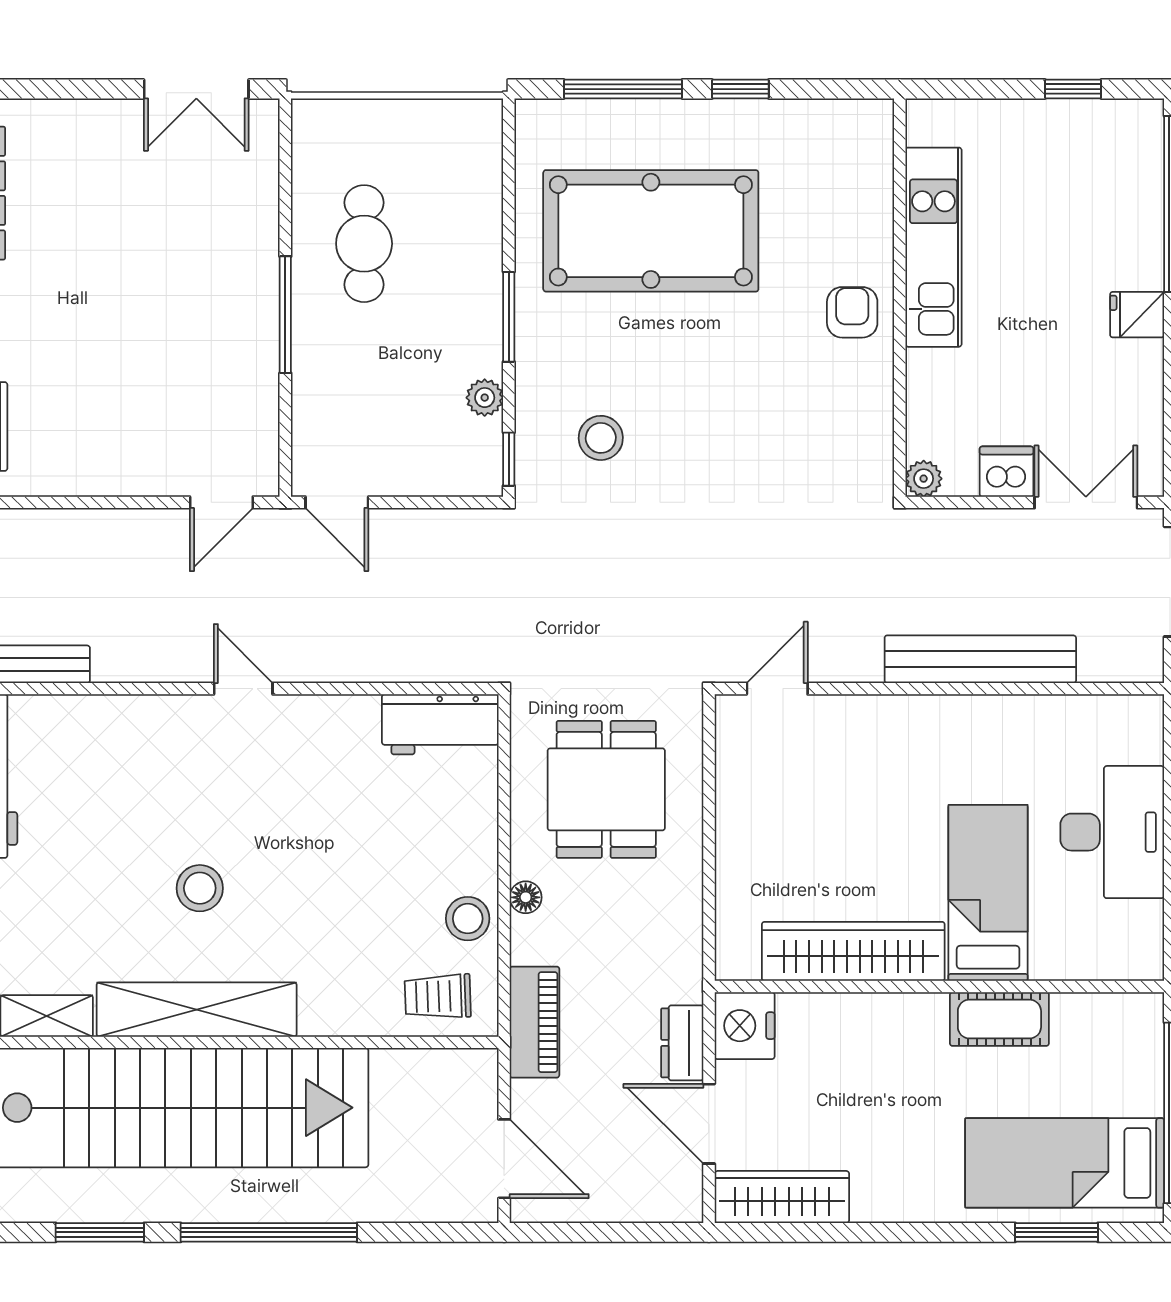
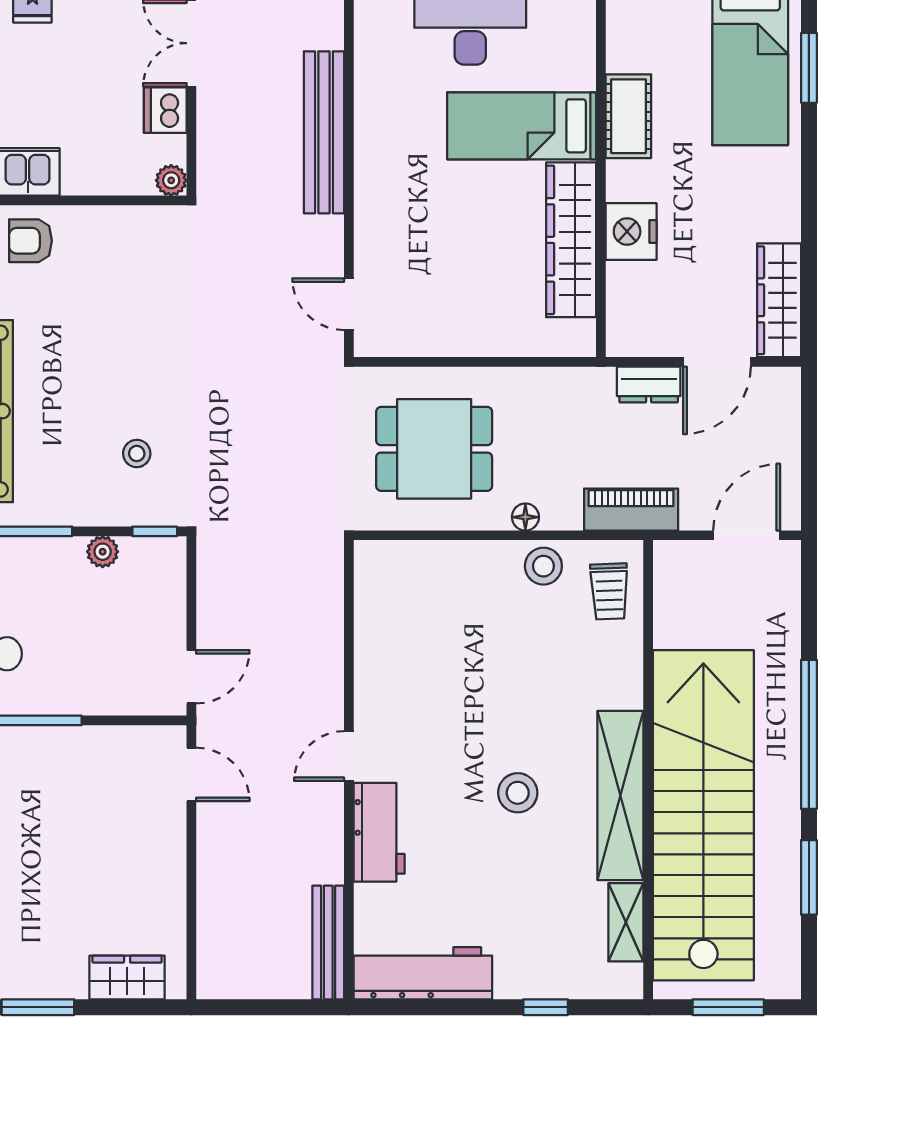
stool: (601, 438) -> (137, 453), width x0.73, depth x0.73
workbench: (440, 724) -> (379, 832), moved
nightstand: (745, 1026) -> (631, 232), moved, turned 90

